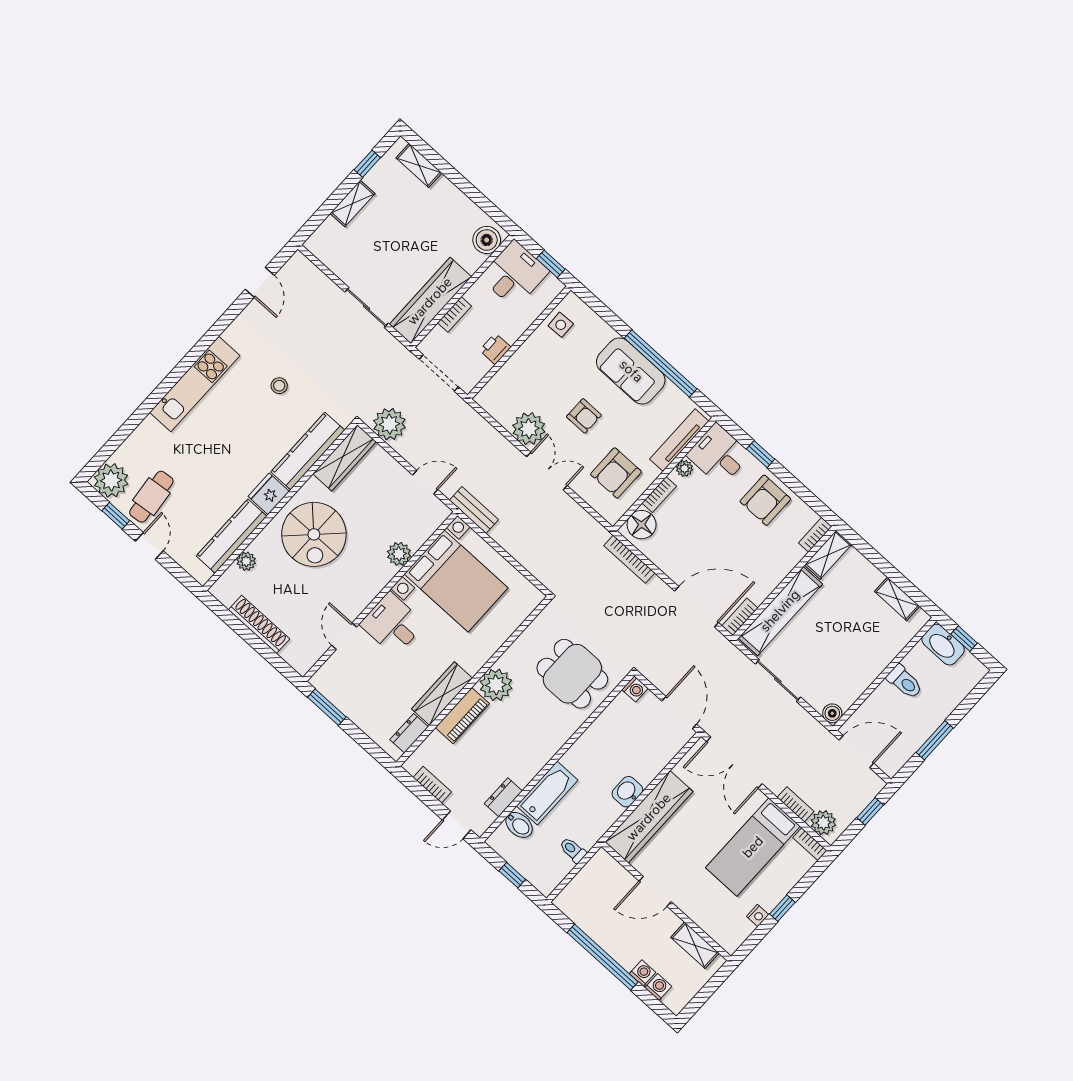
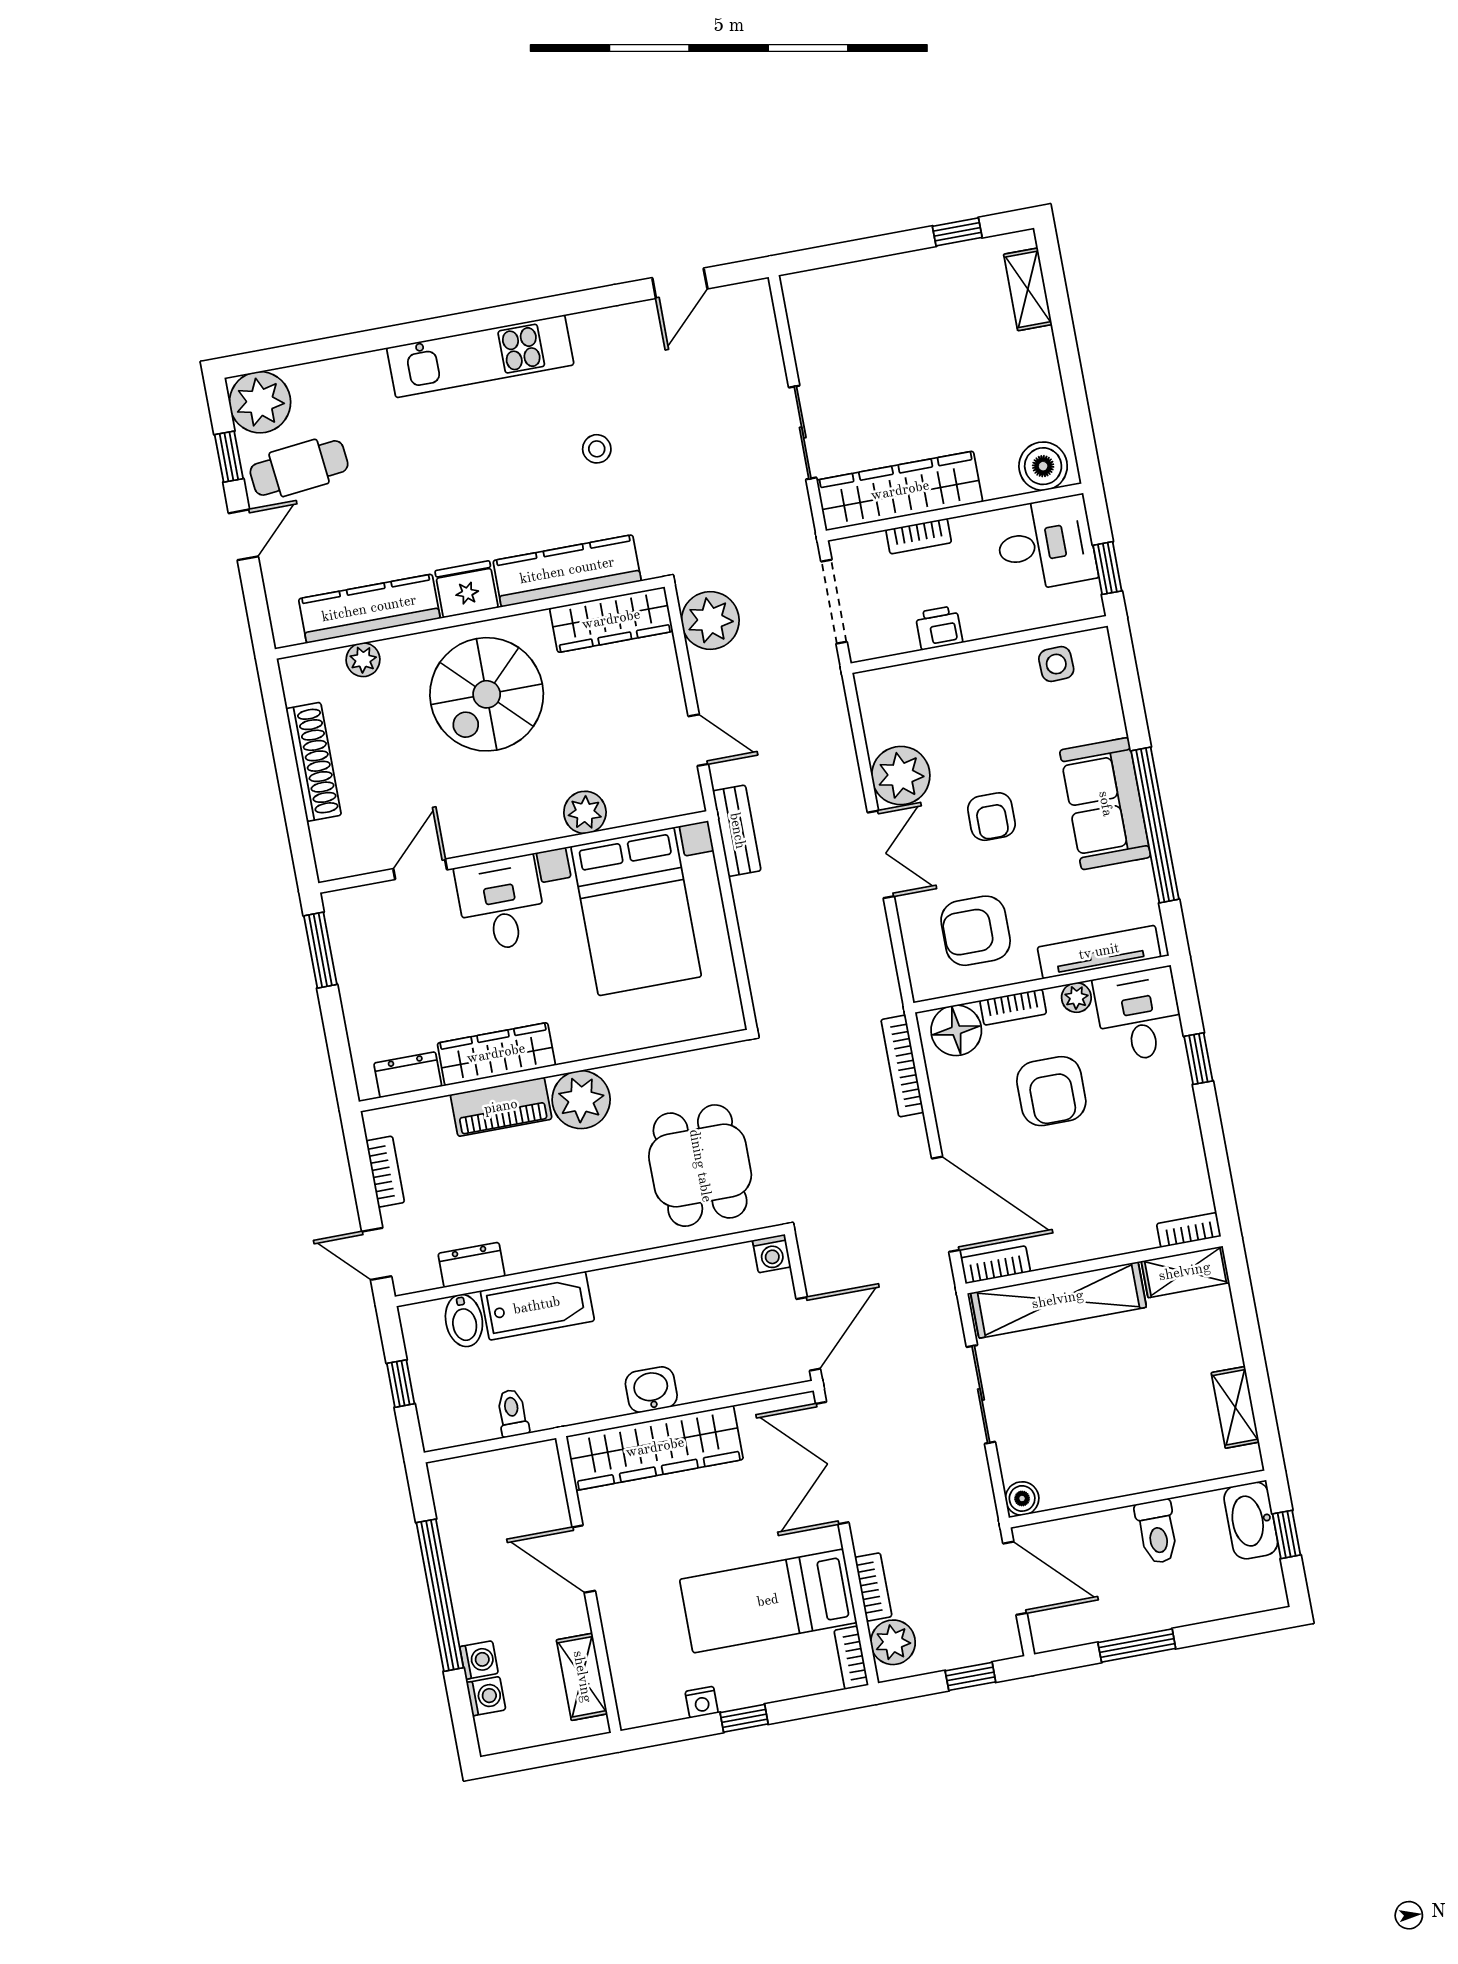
shelving: (353, 203) -> (894, 272), removed
armchair: (765, 500) -> (1051, 1091), moved, turned -90

